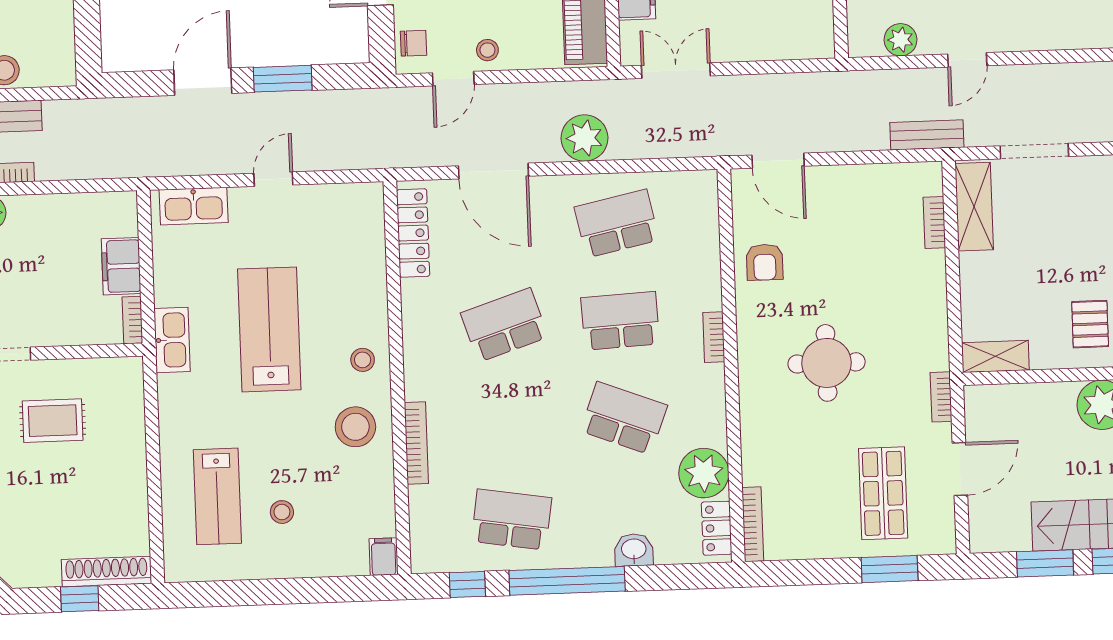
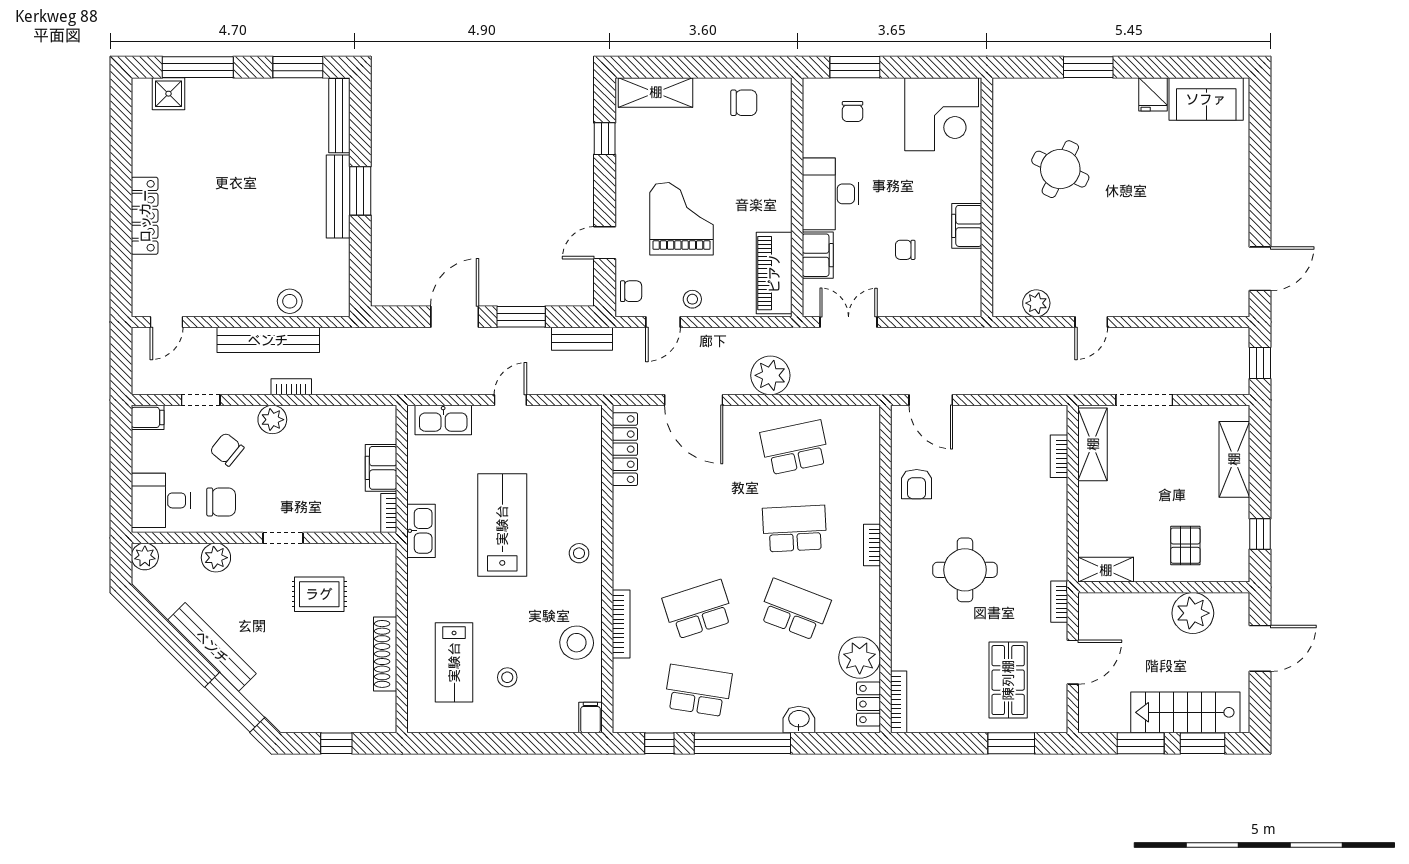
bench: (927, 135) -> (582, 339), moved
school desk: (504, 325) -> (698, 610), moved
stool: (355, 427) -> (577, 643), moved
shoe rack: (106, 571) -> (385, 654), moved, turned -90

